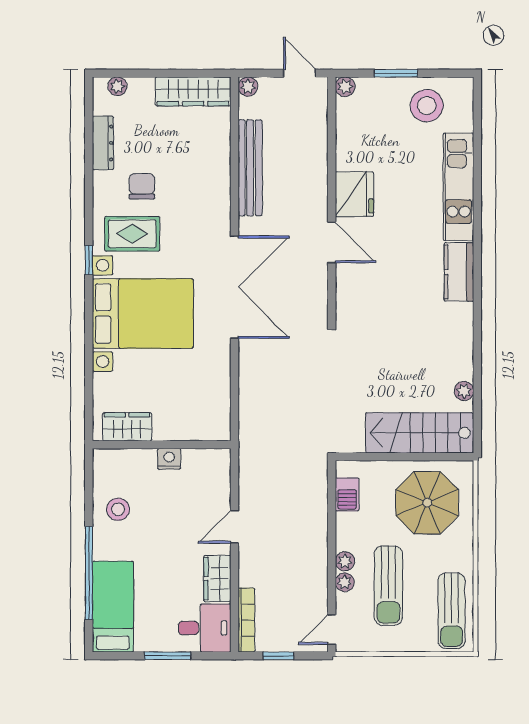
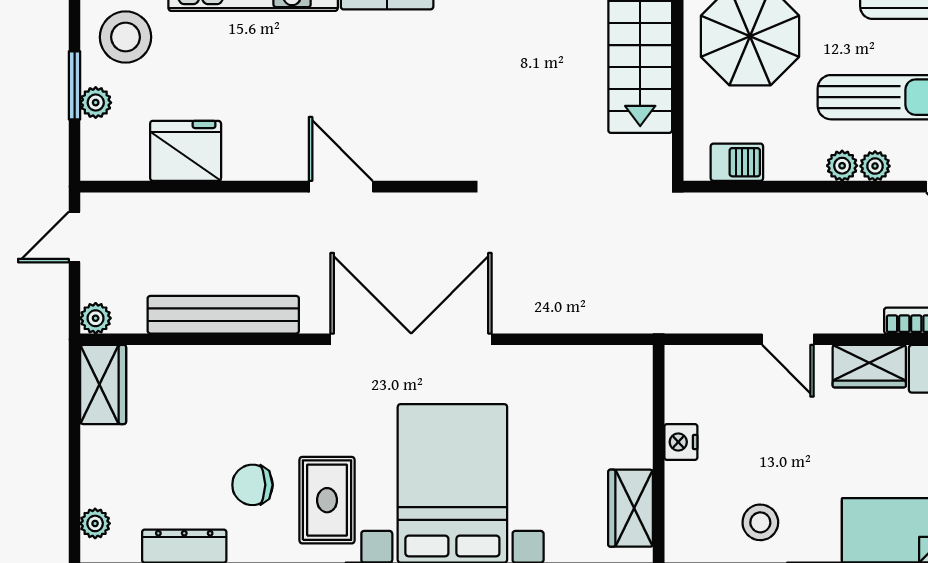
plant: (345, 87) -> (96, 103), moved
wardrobe: (193, 91) -> (103, 385), width x0.67
fridge: (354, 194) -> (186, 151), moved
door: (332, 242) -> (341, 187), hinge flipped

